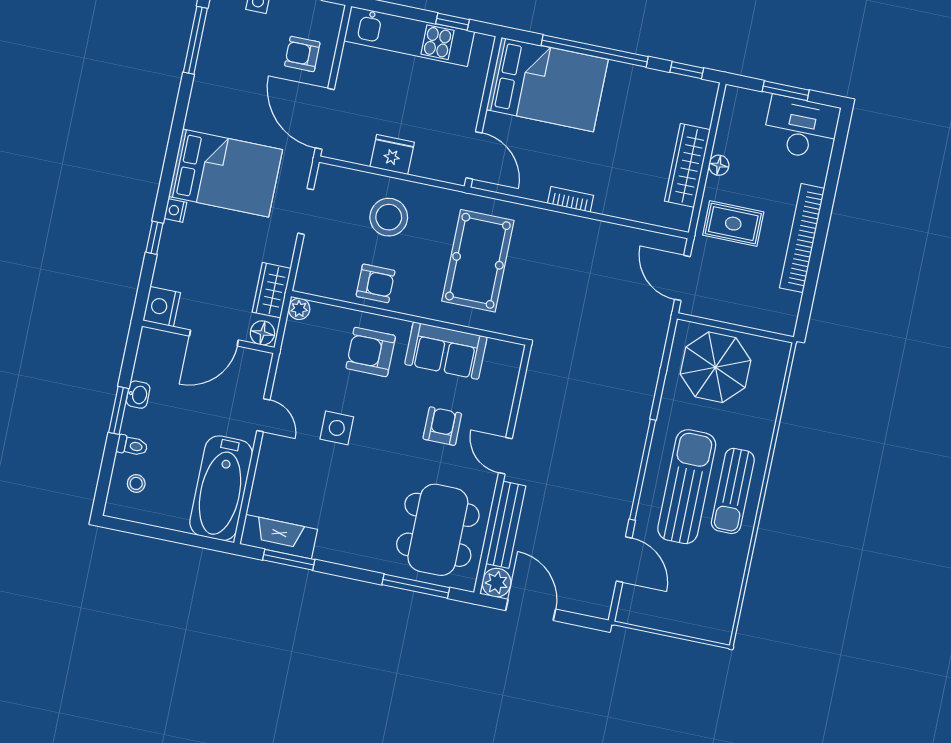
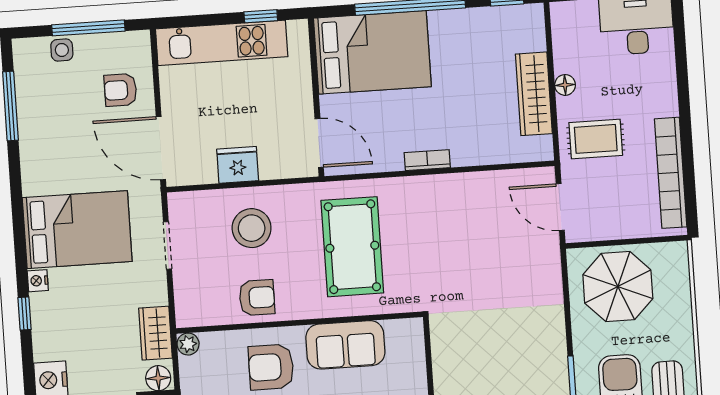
bookcase: (802, 238) -> (671, 173), moved

